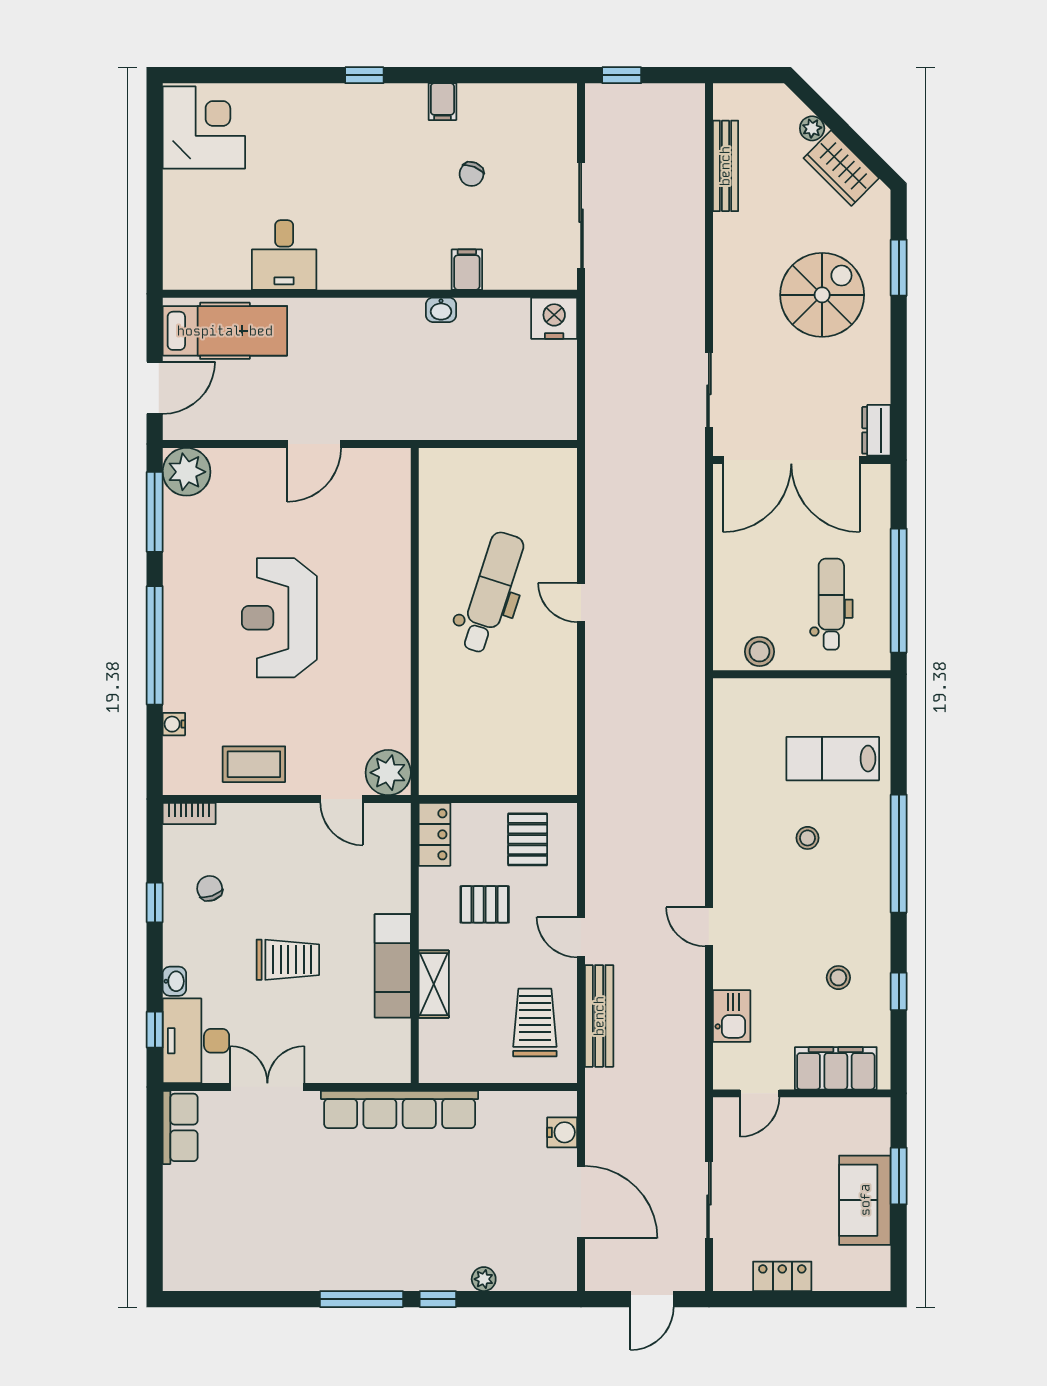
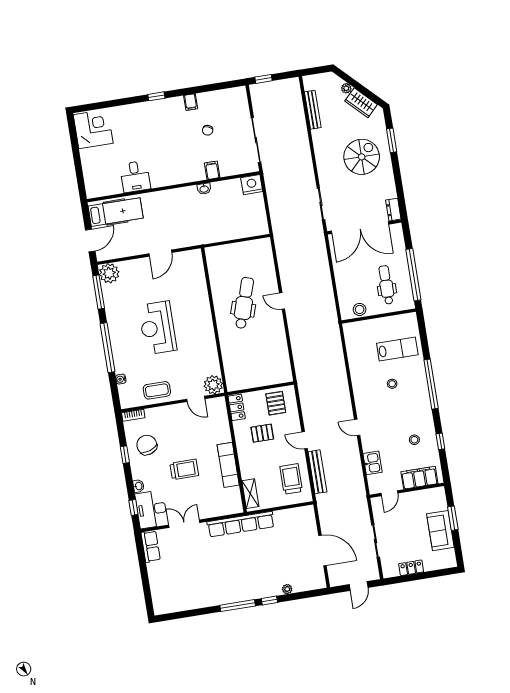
lab bench: (833, 759) -> (397, 349), turned 180
chair: (210, 888) -> (147, 445), width x1.87, depth x1.87
shelving: (434, 984) -> (250, 494), moved
water cooler: (562, 1132) -> (310, 523), removed

